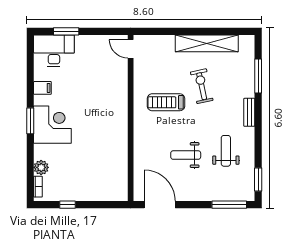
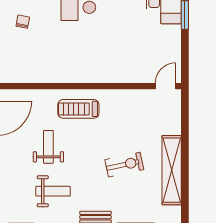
treadmill: (166, 102) -> (78, 109), moved, turned -90
chair: (72, 178) -> (23, 22), added

